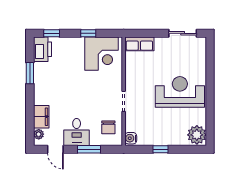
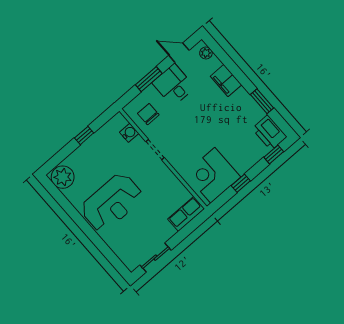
filing cabinet: (41, 117) -> (226, 81), moved
water cooler: (131, 138) -> (129, 133), moved

